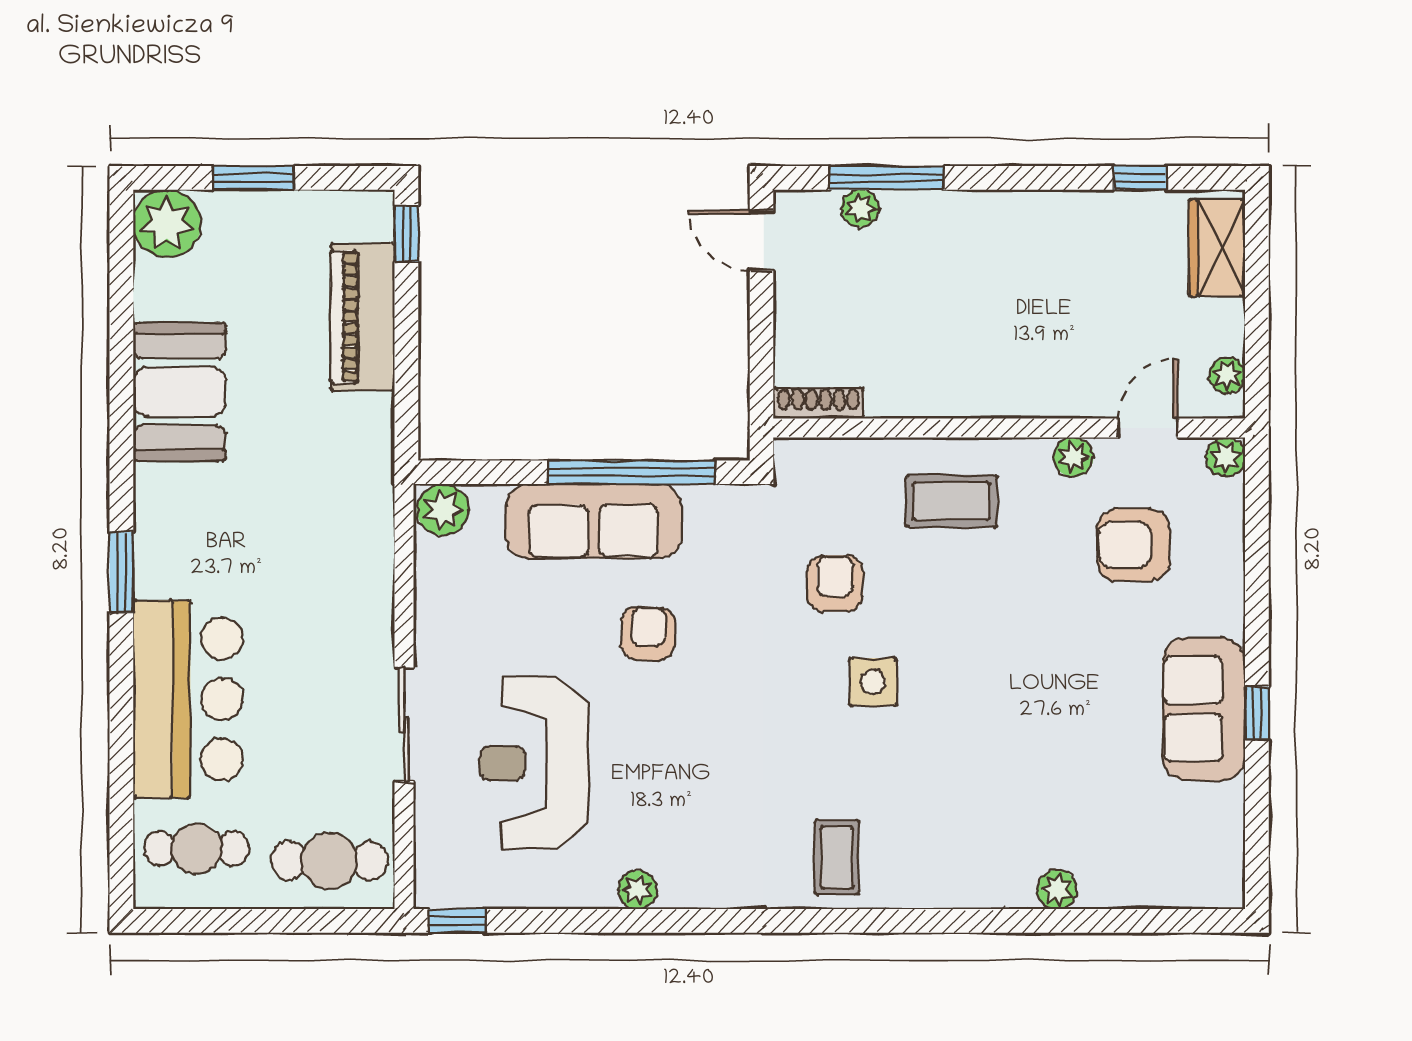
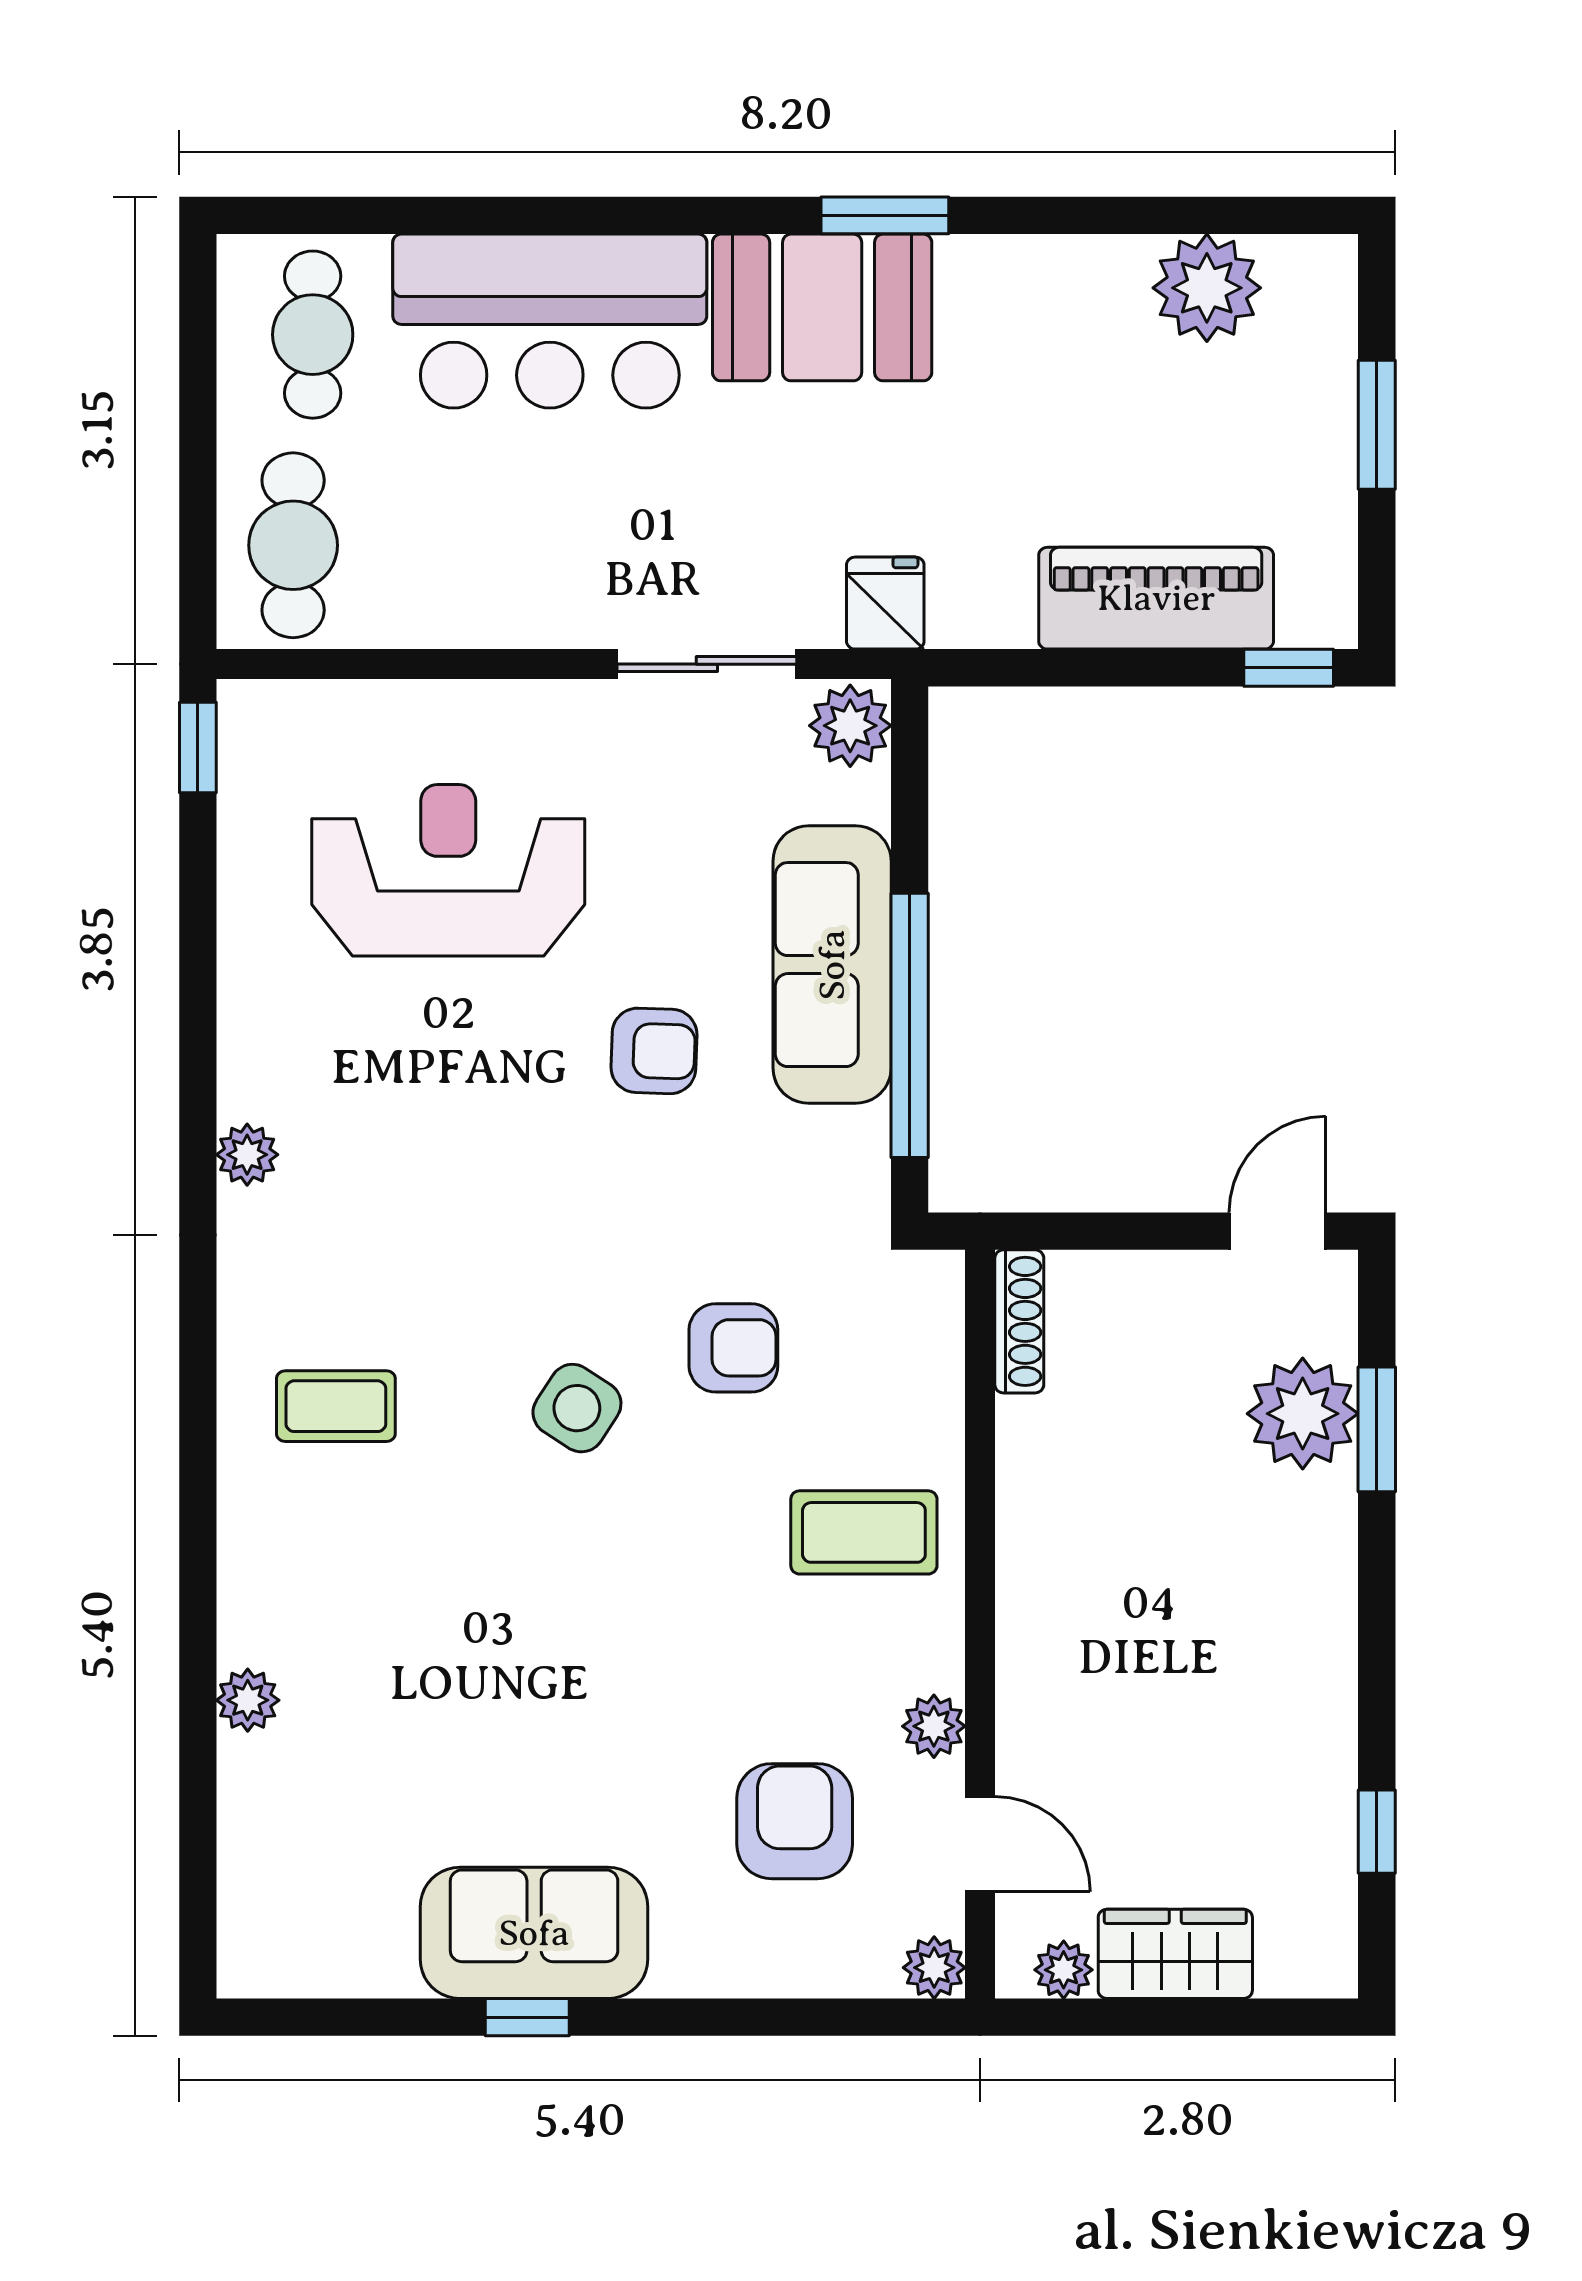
window: (886, 178) -> (1377, 1429), width x0.69
plant: (860, 208) -> (1303, 1414), width x1.87, depth x1.87
plant: (167, 224) -> (1207, 288), moved
wardrobe: (1217, 248) -> (1175, 1954), moved
booth: (179, 392) -> (822, 307), moved
fridge: (366, 488) -> (885, 603), added
coffee table: (951, 501) -> (864, 1532), turned 90
window: (121, 572) -> (885, 215), moved
side table: (873, 682) -> (577, 1408), turned 33
sliding door: (404, 724) -> (707, 664), moved
coffee table: (837, 857) -> (336, 1406), moved
plant: (638, 890) -> (247, 1155), moved

